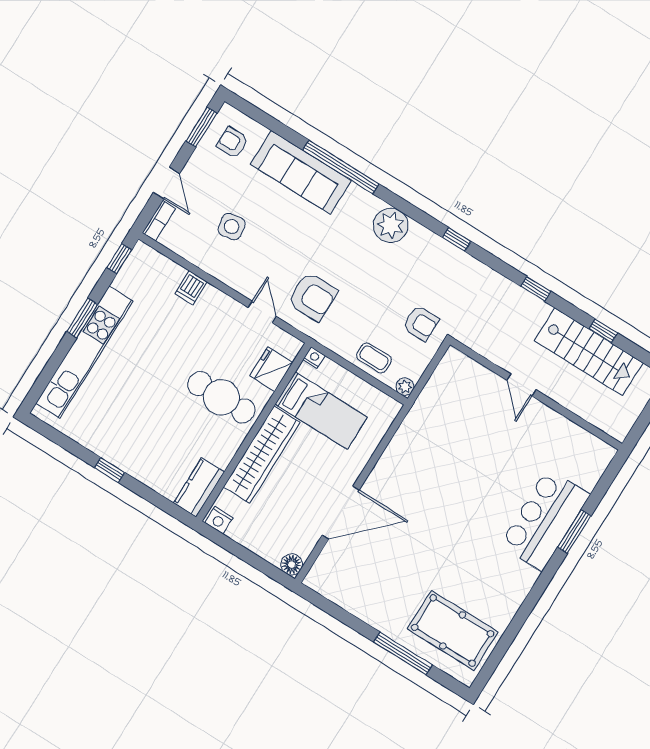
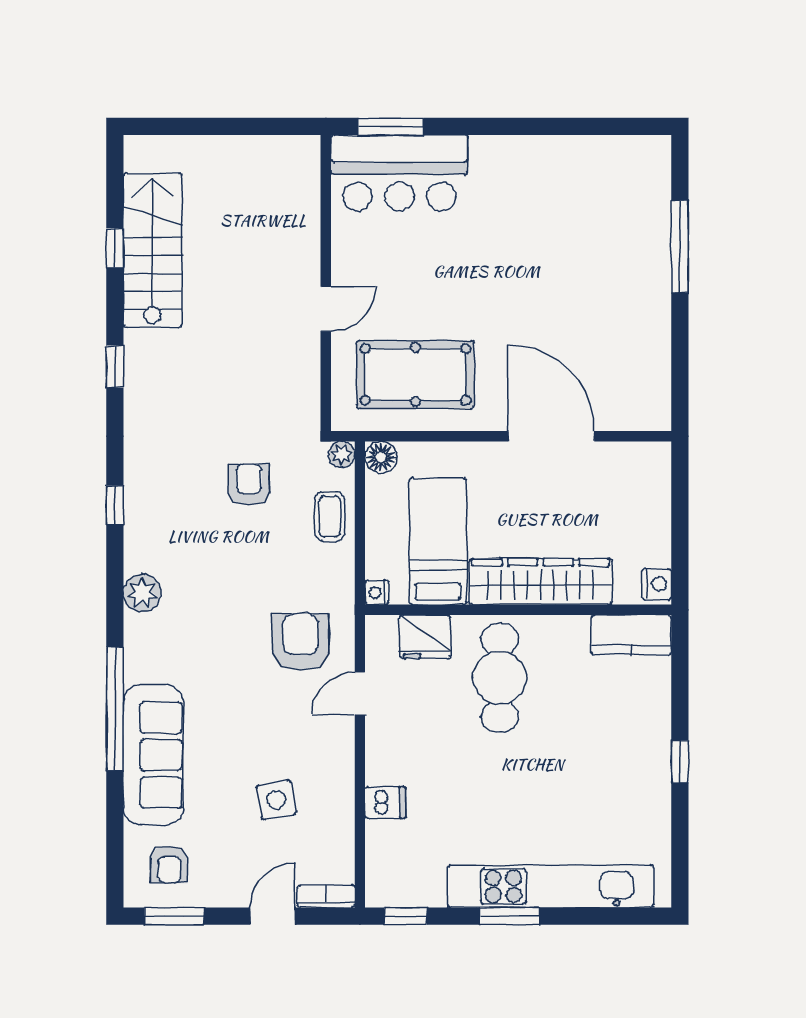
plant: (391, 225) -> (142, 593), width x0.73, depth x0.73
door: (521, 385) -> (326, 309), moved
wall: (536, 394) -> (326, 283), moved
floor lamp: (292, 564) -> (381, 457), moved
pool table: (453, 630) -> (415, 374), moved, turned 90

